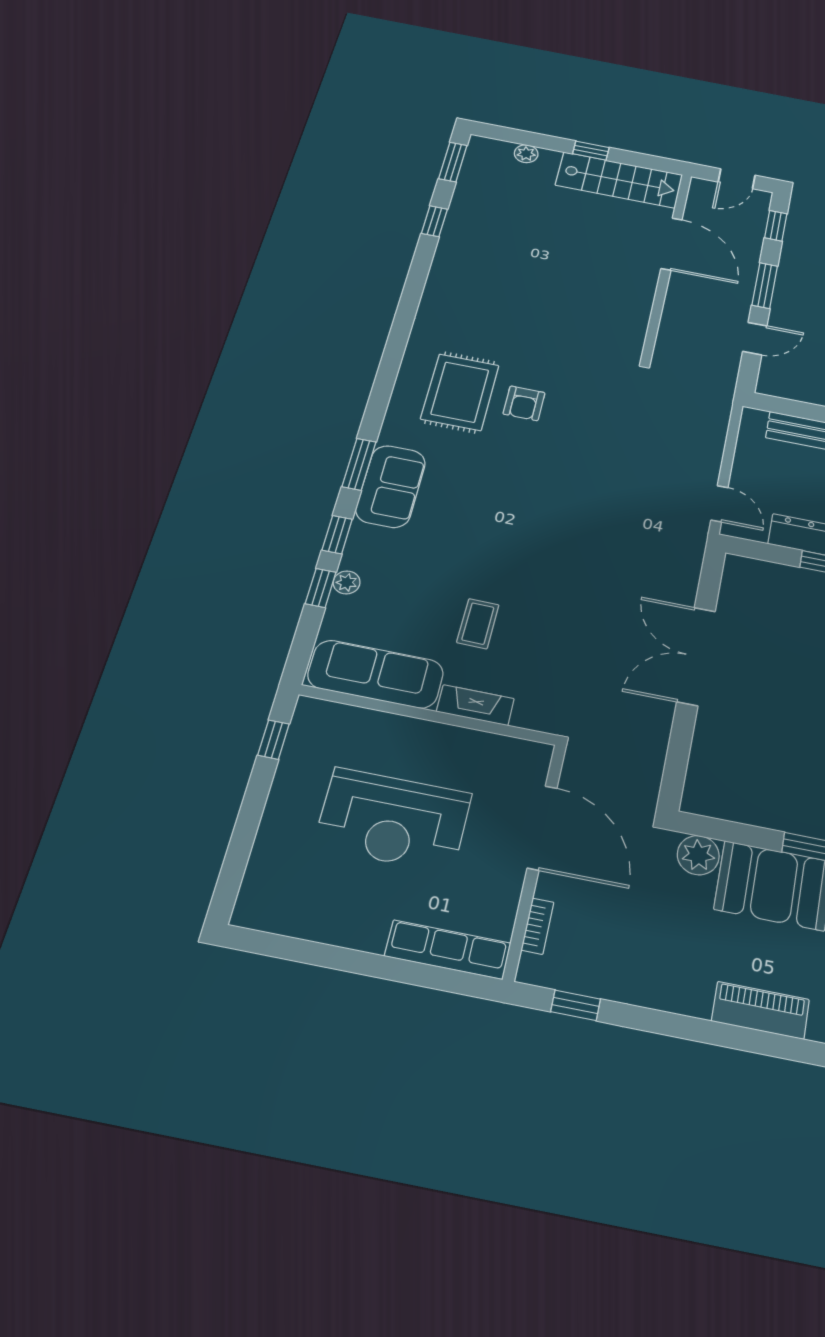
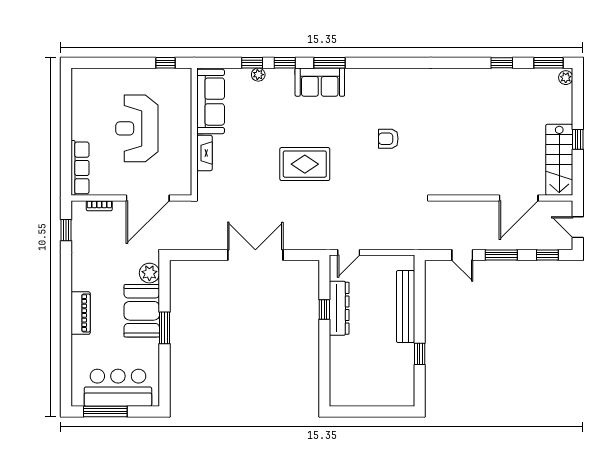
plant: (526, 154) -> (566, 78), moved
rug: (460, 392) -> (305, 164), moved
coffee table: (478, 624) -> (249, 144), removed

